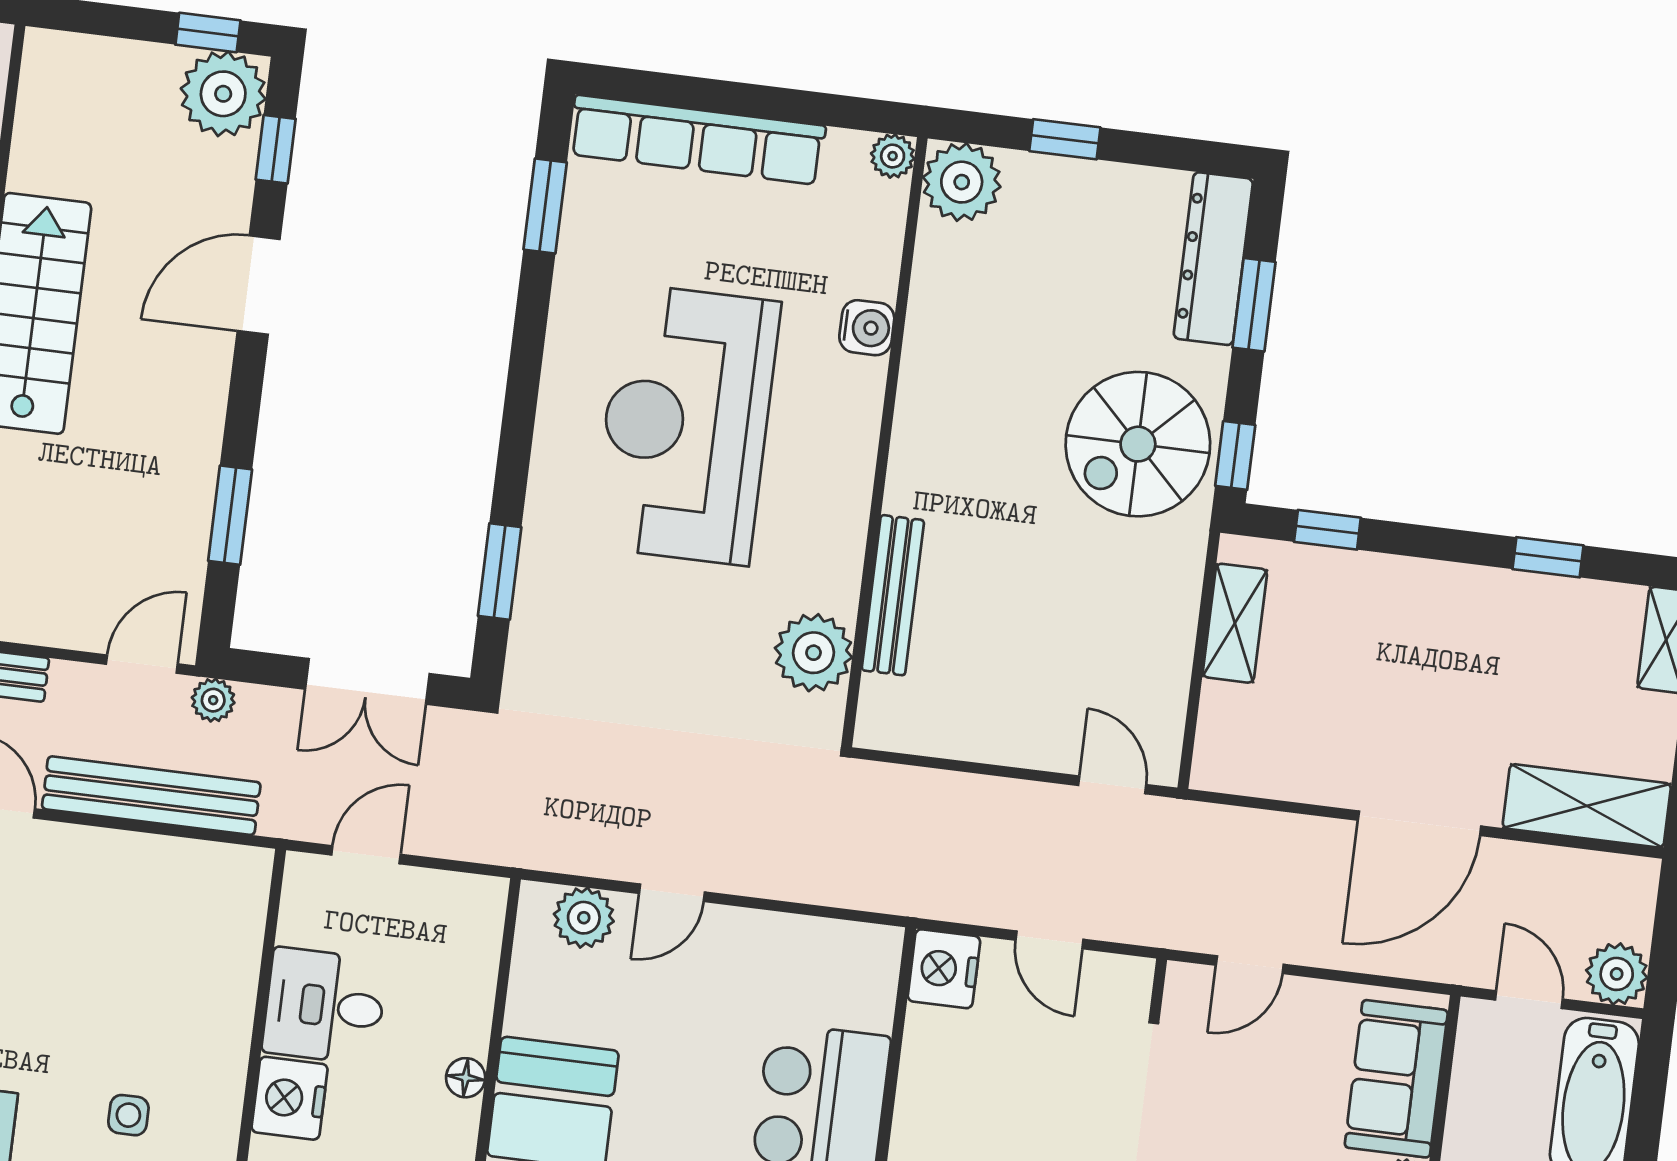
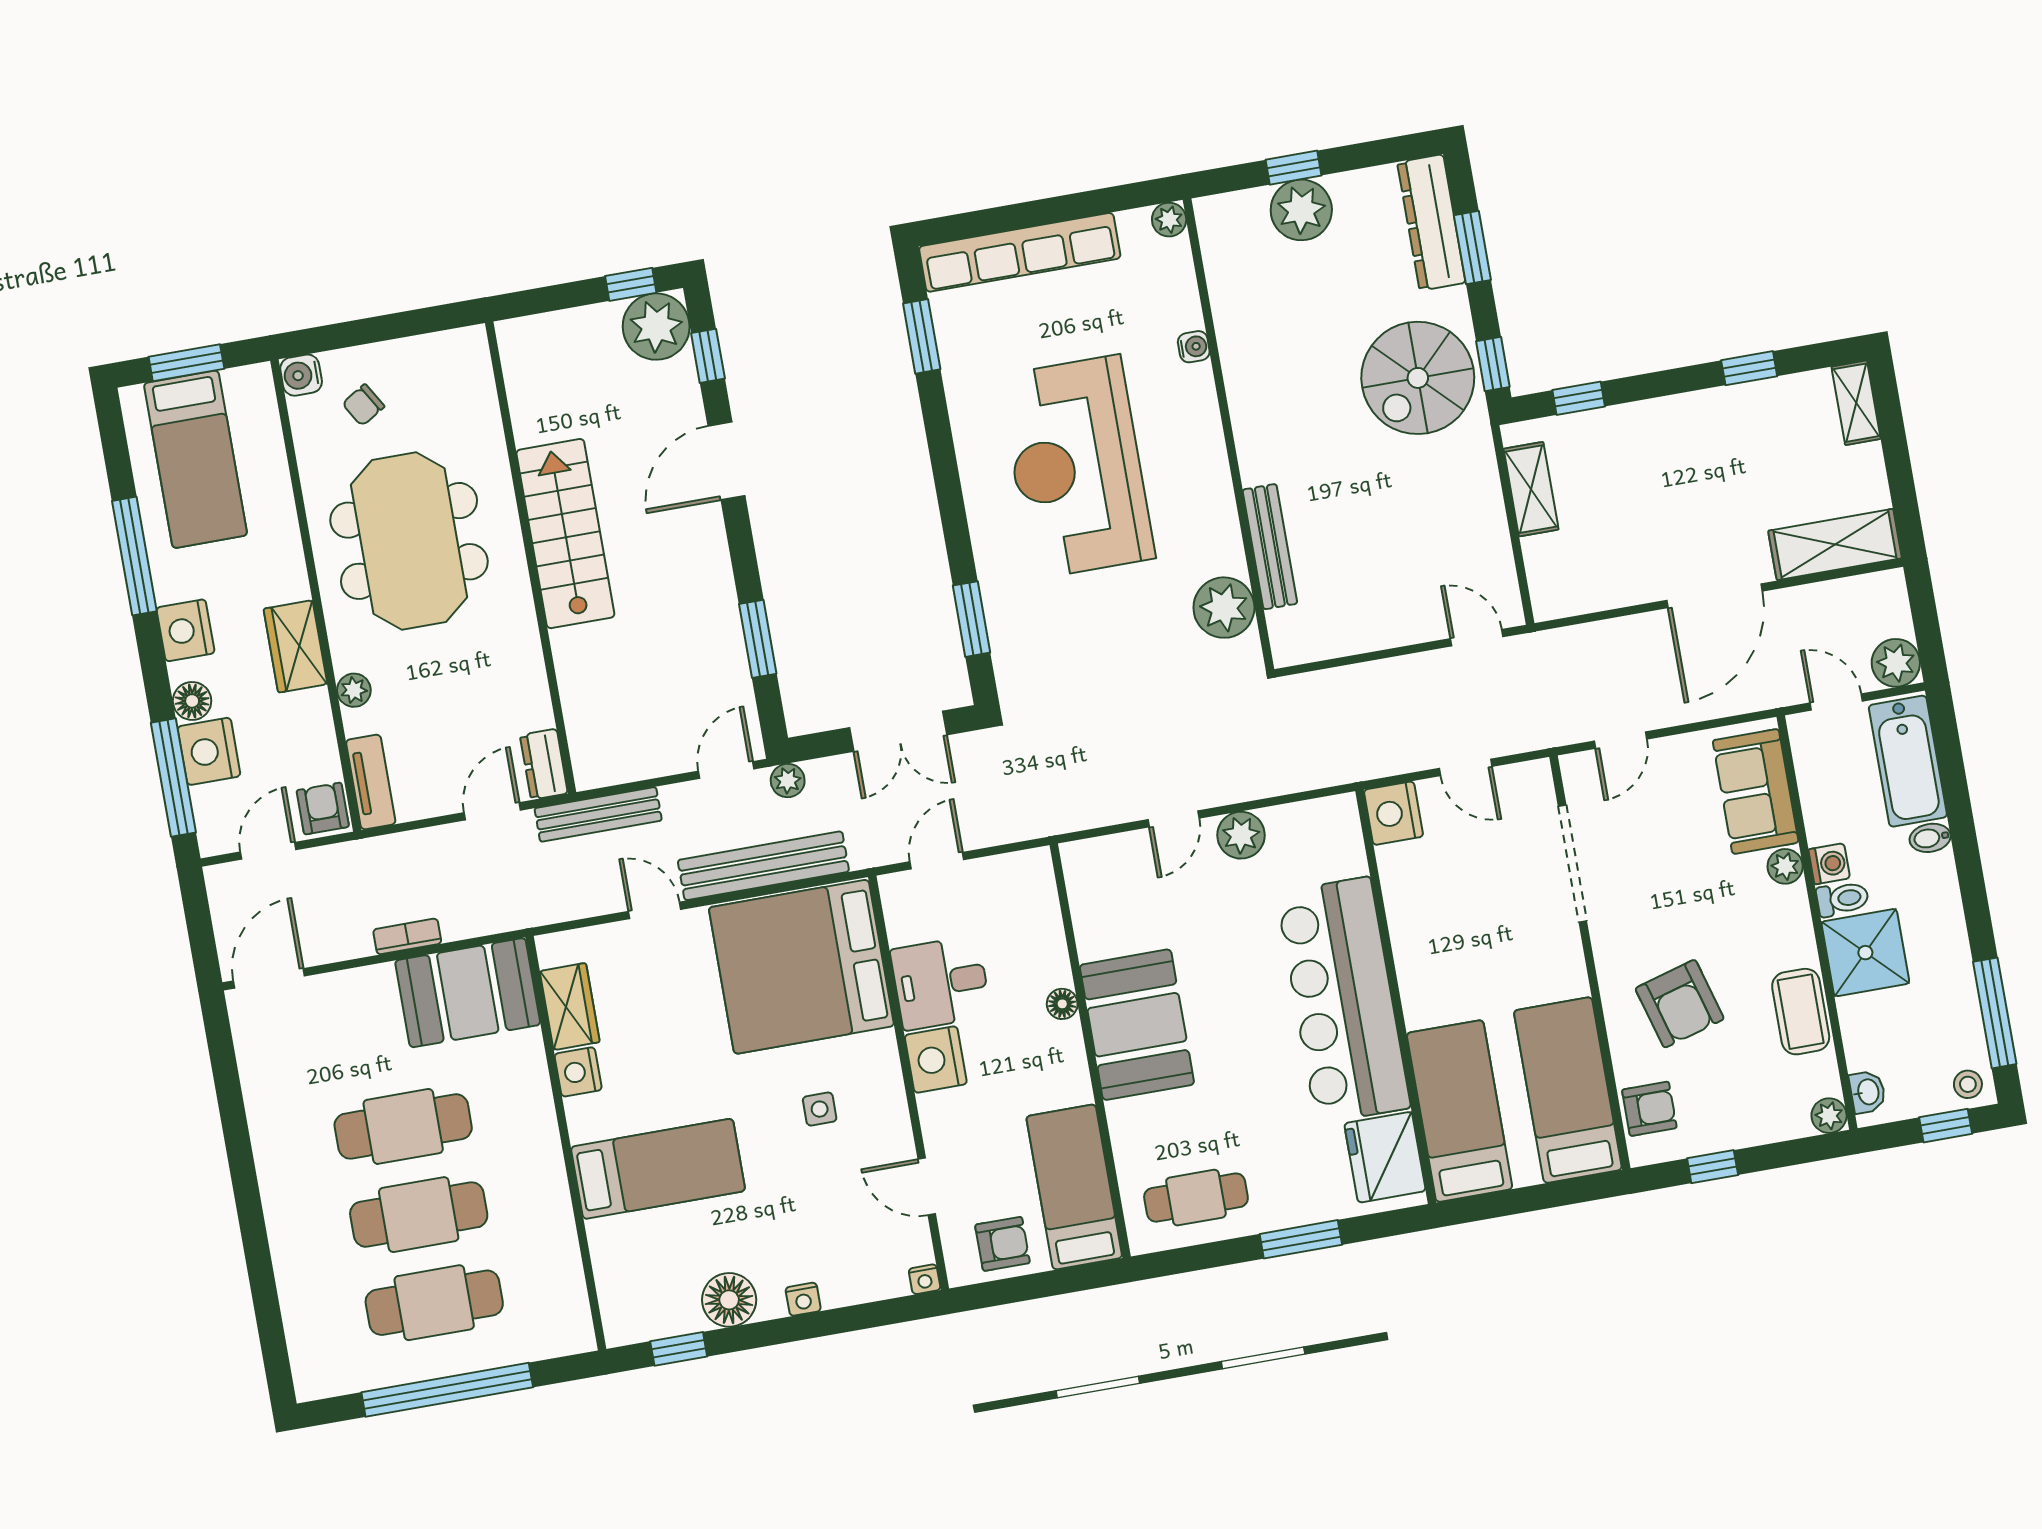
plant: (962, 182) -> (1301, 210), moved
water cooler: (867, 328) -> (1194, 347), width x0.72, depth x0.72
plant: (584, 918) -> (1241, 835), moved
bed: (160, 934) -> (801, 967), added

